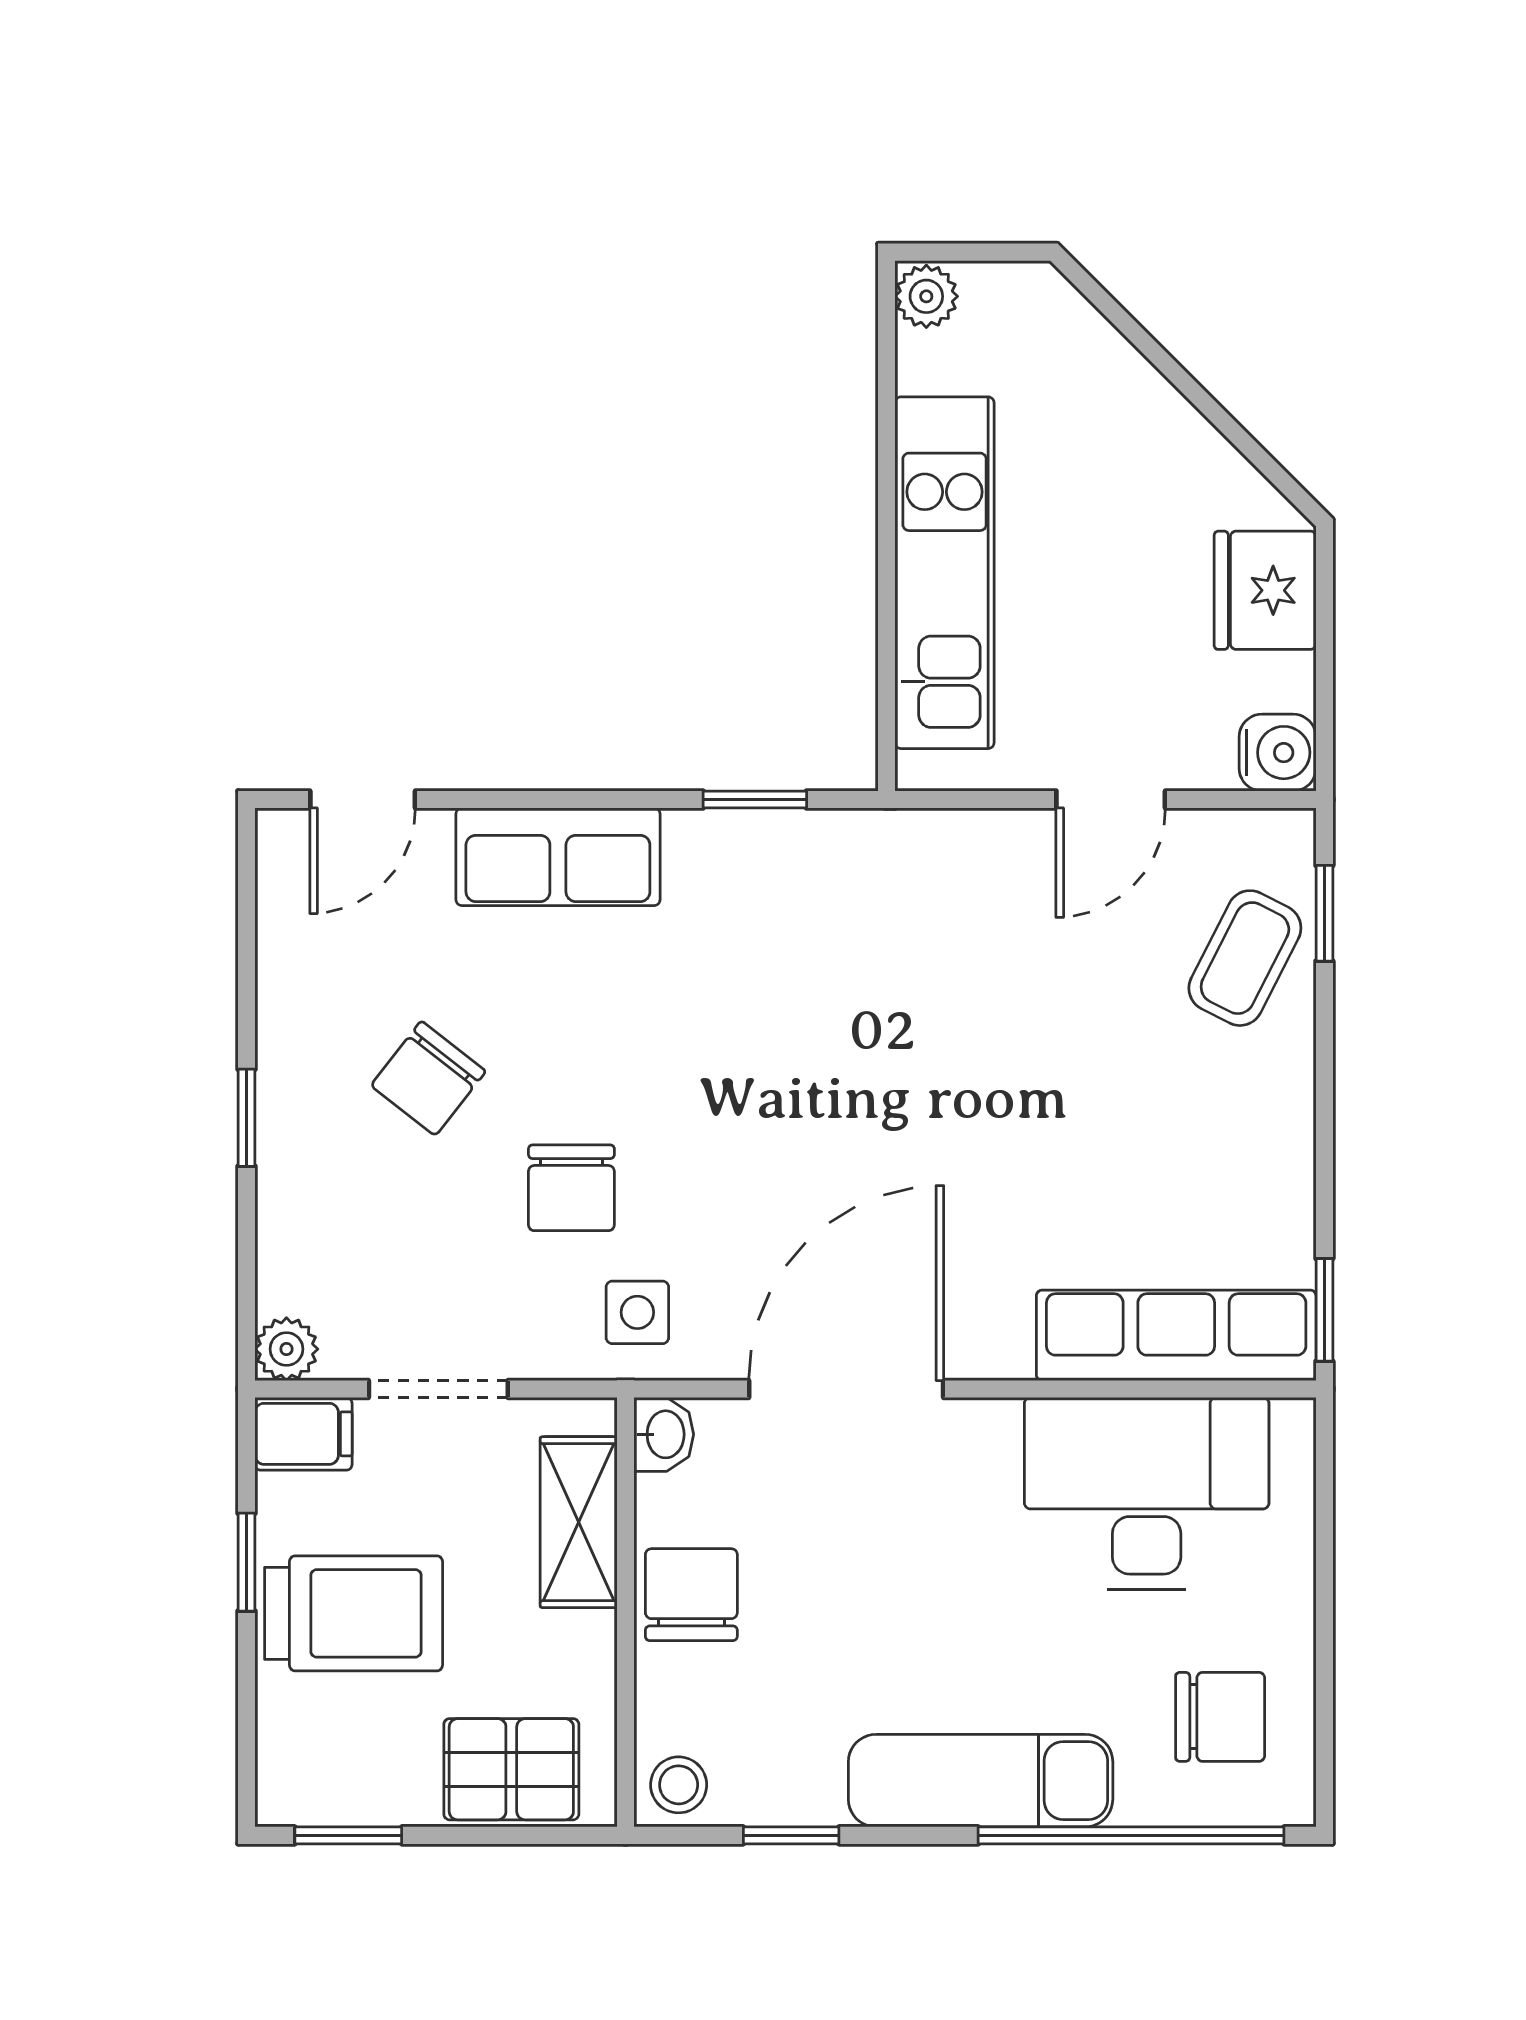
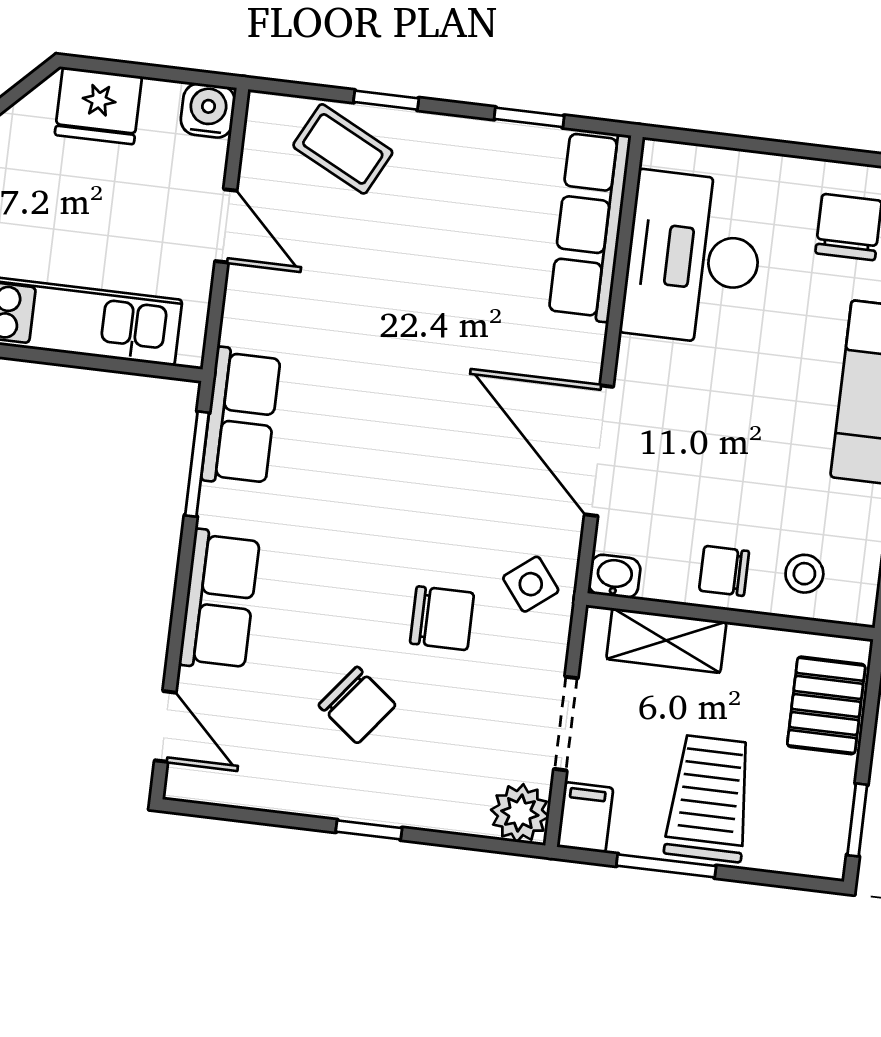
window: (755, 800) -> (197, 464), width x1.50
row of seats: (832, 856) -> (241, 417), added
window: (1324, 913) -> (386, 100), moved
window: (1324, 1310) -> (529, 117), moved
side table: (637, 1312) -> (531, 584), turned -38
plant: (286, 1349) -> (520, 813), width x1.38, depth x1.38
window: (247, 1562) -> (666, 866), width x1.50
chair: (691, 1595) -> (724, 571), width x0.73, depth x0.73
stool: (679, 1785) -> (804, 574), moved

